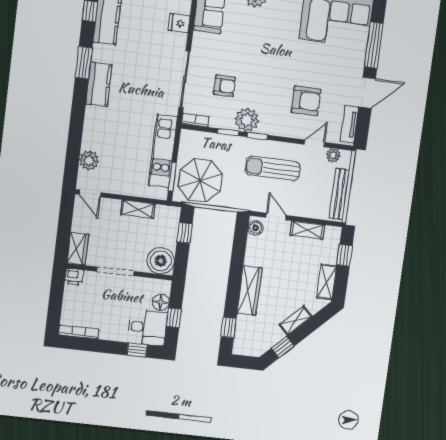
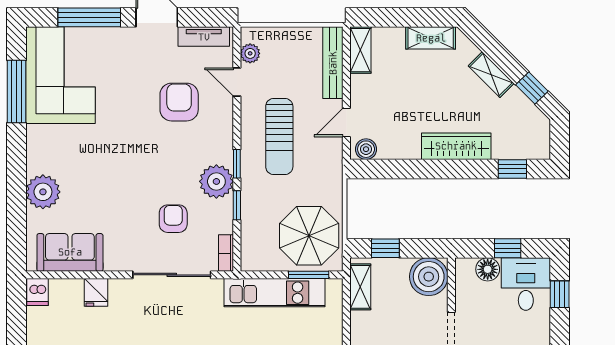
bench: (339, 194) -> (333, 63), moved, turned 90
shelving: (138, 209) -> (360, 287), moved
shelving: (307, 230) -> (360, 50), moved
window: (345, 255) -> (390, 17), removed

